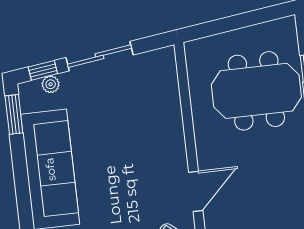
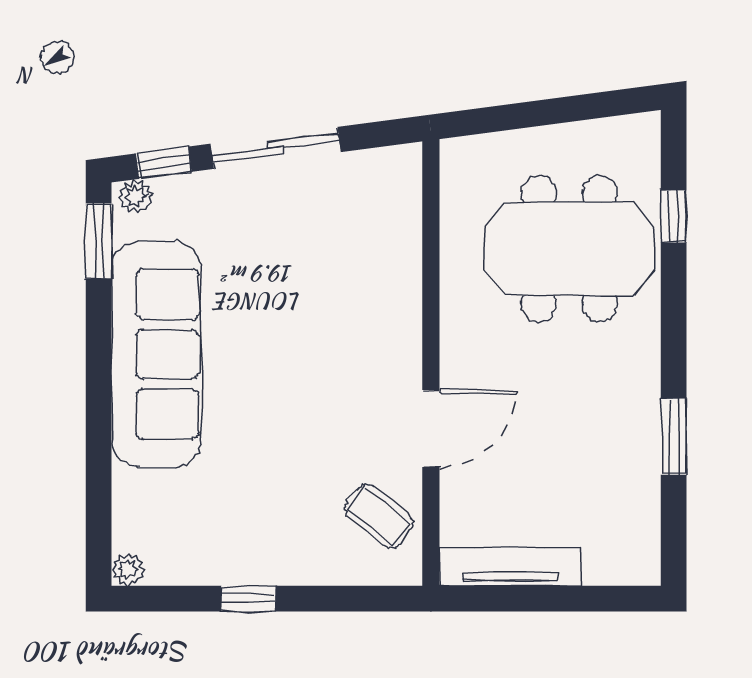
plant: (51, 84) -> (136, 196), moved

